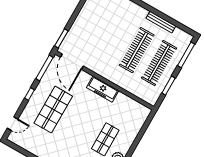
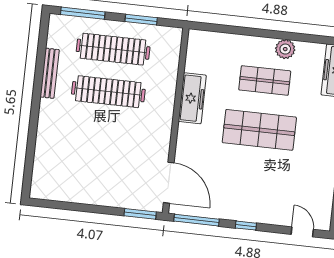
door: (72, 62) -> (169, 183), hinge flipped
freezer: (103, 89) -> (192, 98), moved
shop shelf: (53, 110) -> (259, 130), moved

